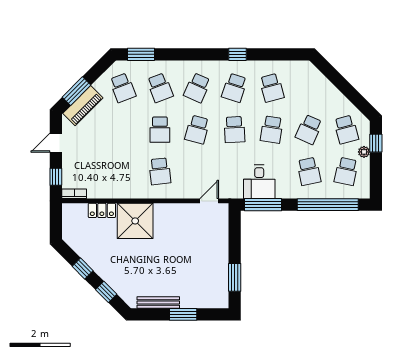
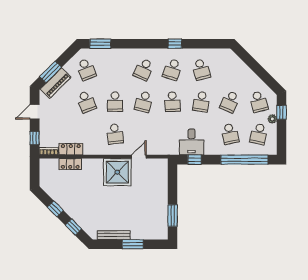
school desk: (160, 88) -> (86, 102), moved
locker: (103, 191) -> (71, 149), added
door: (209, 201) -> (139, 157), moved
window: (263, 205) -> (195, 160), width x0.46
shower: (135, 221) -> (117, 172), moved

